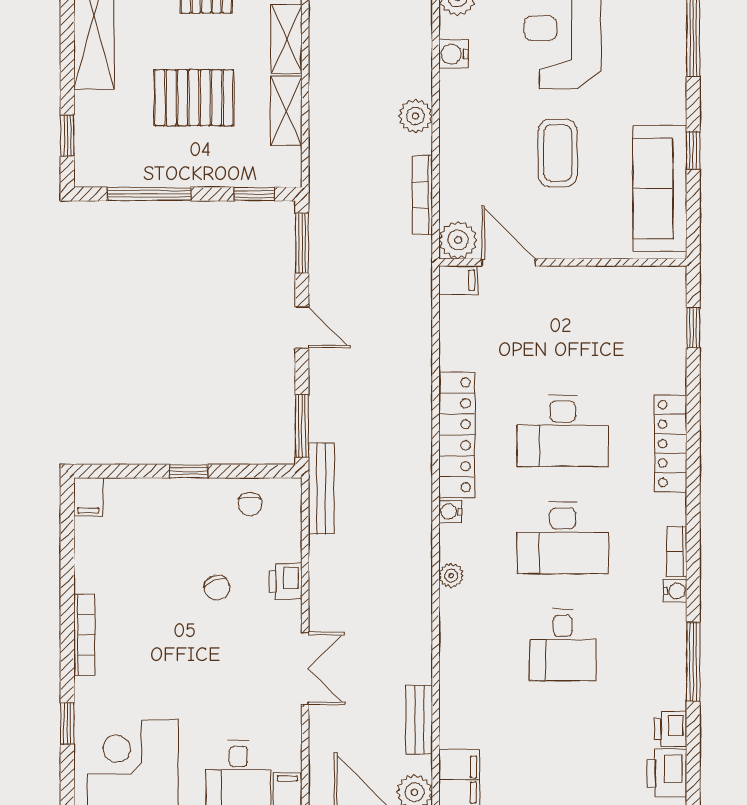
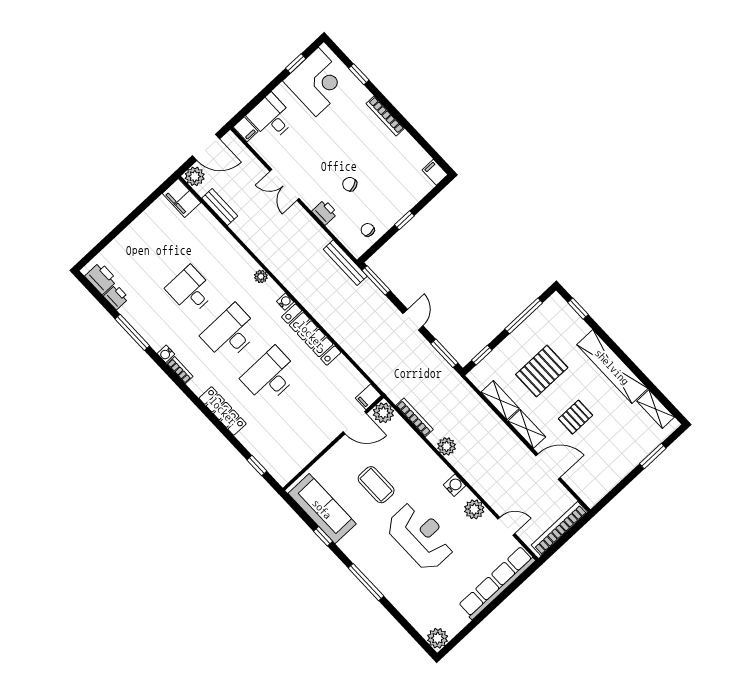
door: (302, 327) -> (413, 320), swing flipped

